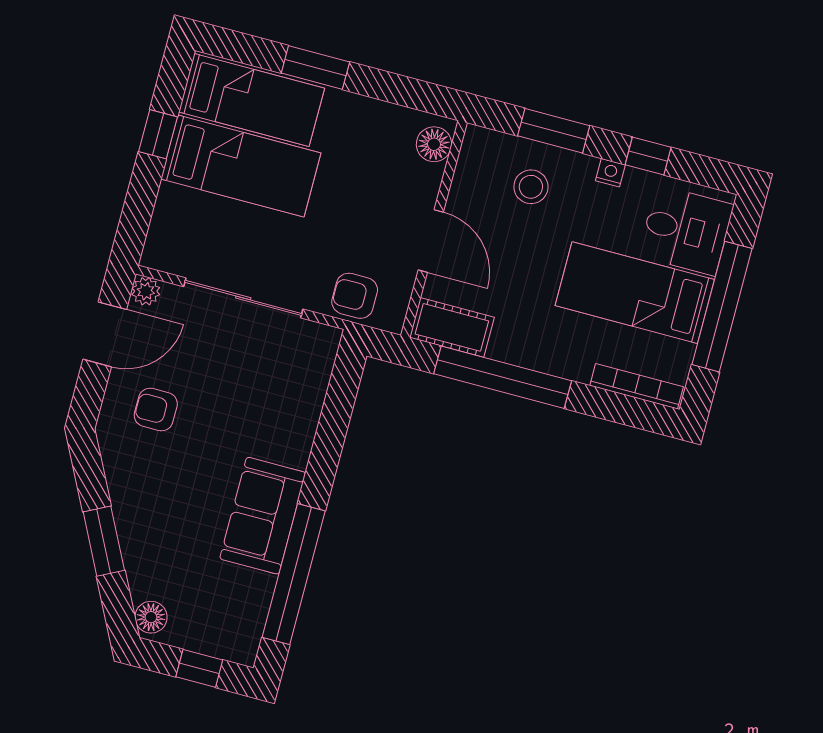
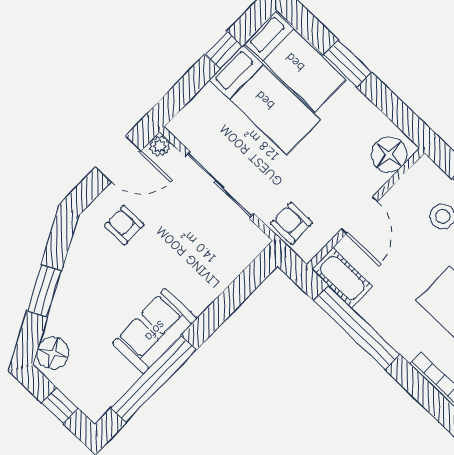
floor lamp: (434, 144) -> (389, 155), width x1.38, depth x1.38
floor lamp: (151, 617) -> (53, 353), width x1.38, depth x1.38

